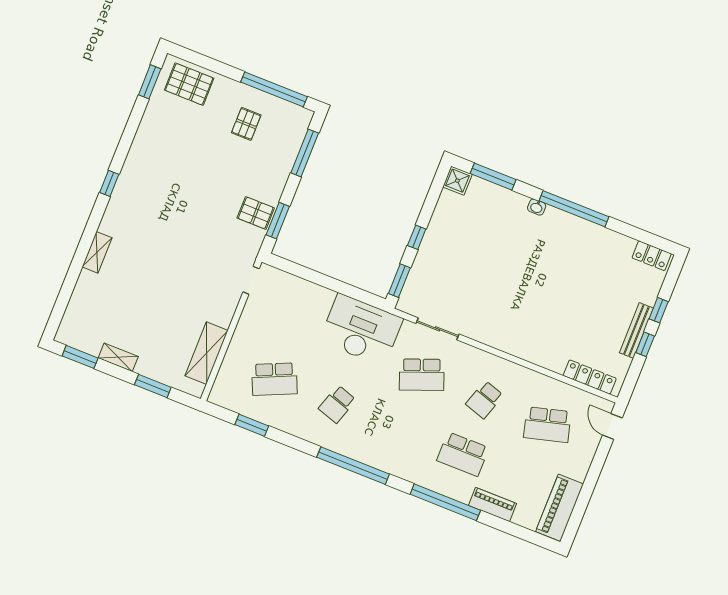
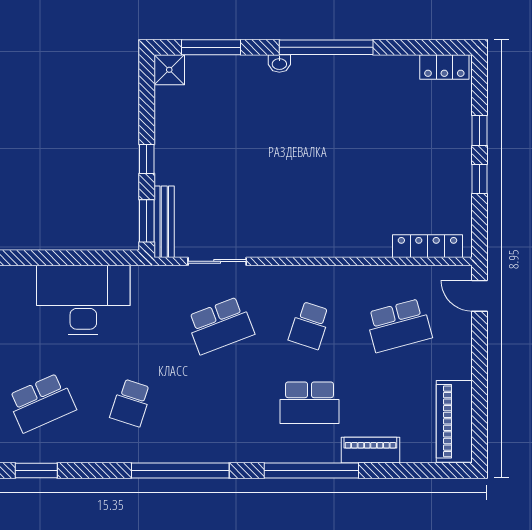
desk: (361, 330) -> (83, 300), moved
bench: (636, 330) -> (164, 222), moved

